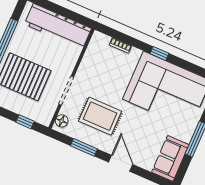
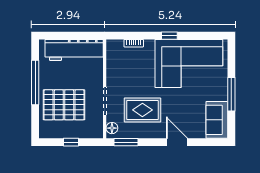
window: (25, 122) -> (71, 142), moved
window: (84, 147) -> (126, 142), moved

